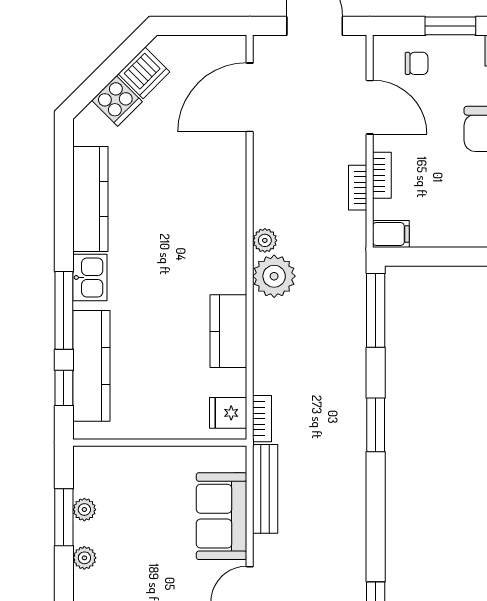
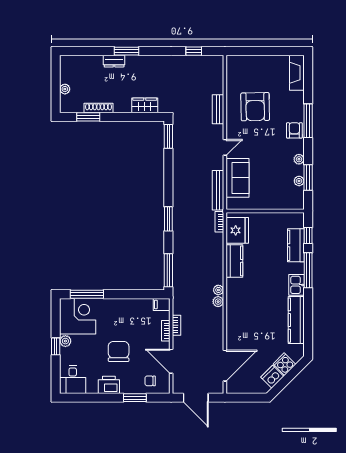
plant: (274, 276) -> (218, 290), width x0.53, depth x0.53
kitchen counter: (91, 366) -> (296, 245), width x0.67
fridge: (228, 413) -> (237, 230), width x1.88, depth x1.34

